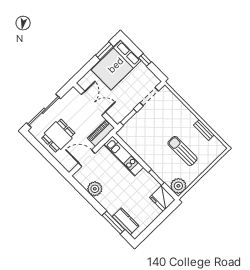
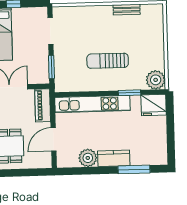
sun lounger: (182, 151) -> (108, 61), moved
kitchen unit: (124, 156) -> (92, 104), width x1.36
kitchen counter: (126, 221) -> (114, 158), moved

